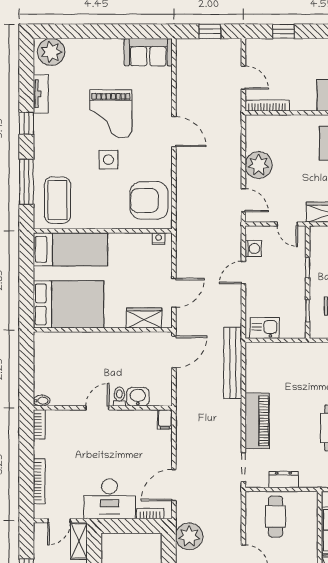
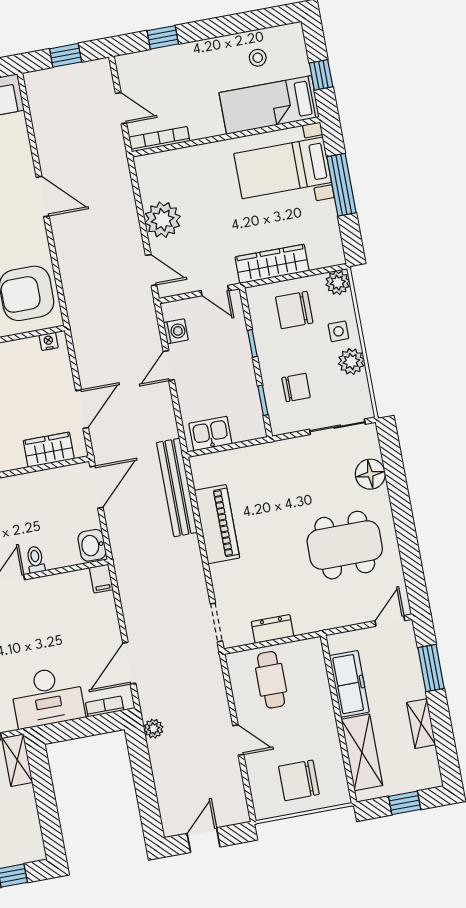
washbasin: (138, 397) -> (92, 545), moved, turned -90
piano: (257, 421) -> (217, 524), moved
plant: (189, 536) -> (154, 729), width x0.53, depth x0.53

